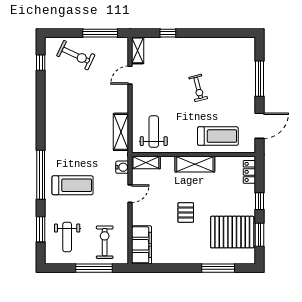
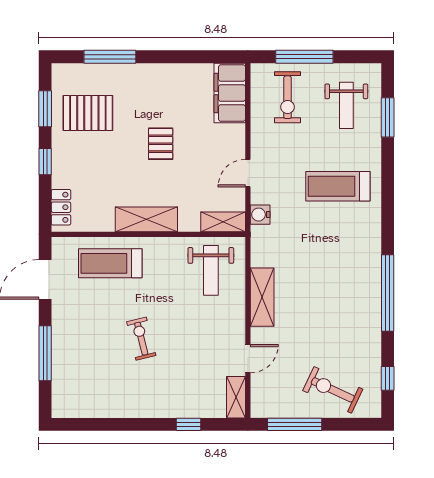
shelving: (121, 132) -> (262, 297), moved
window: (41, 175) -> (388, 293), moved
pallet: (232, 232) -> (88, 113), width x0.73, depth x0.71
weight bench: (67, 237) -> (346, 105), turned 180

